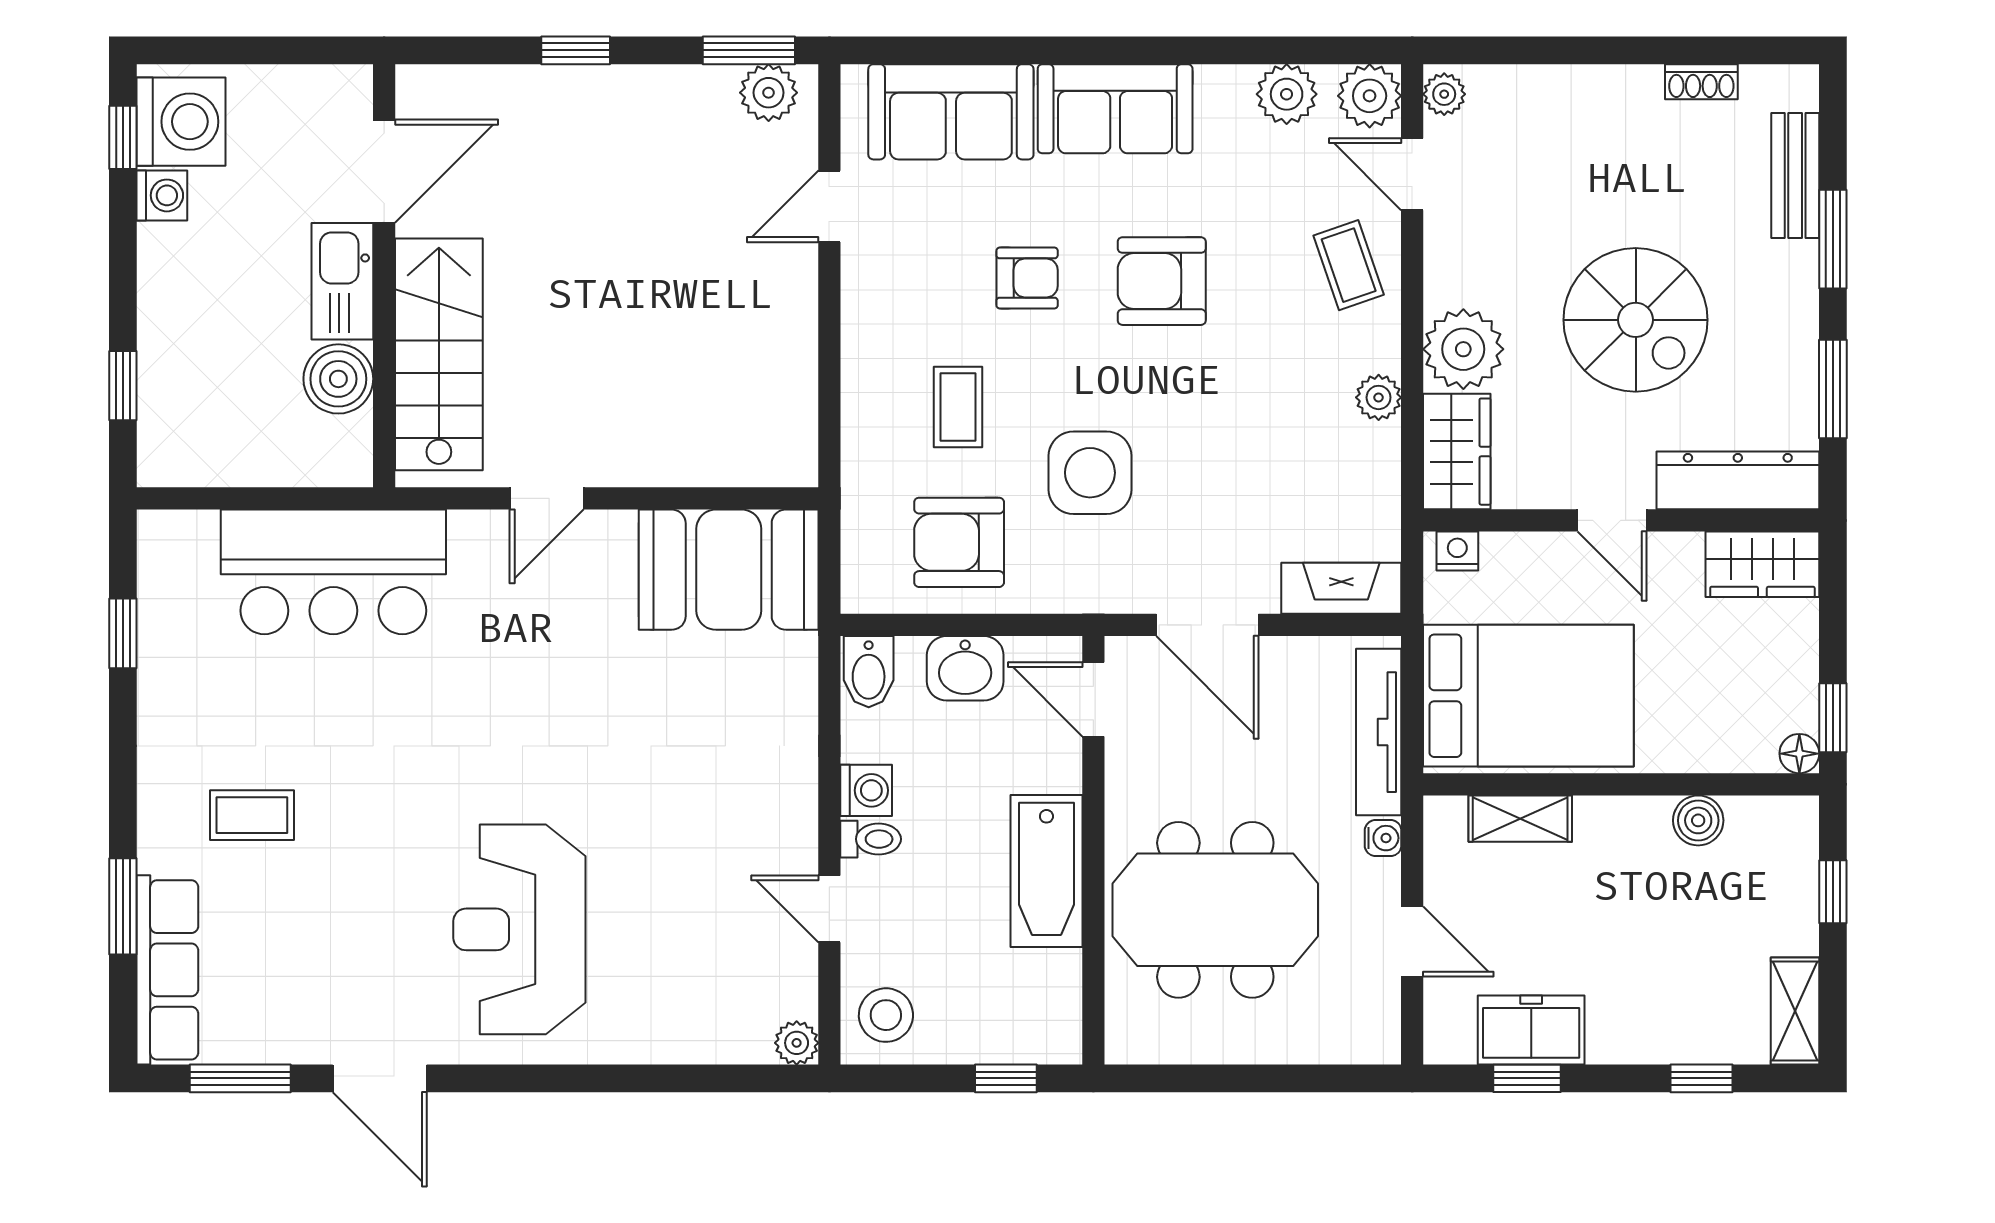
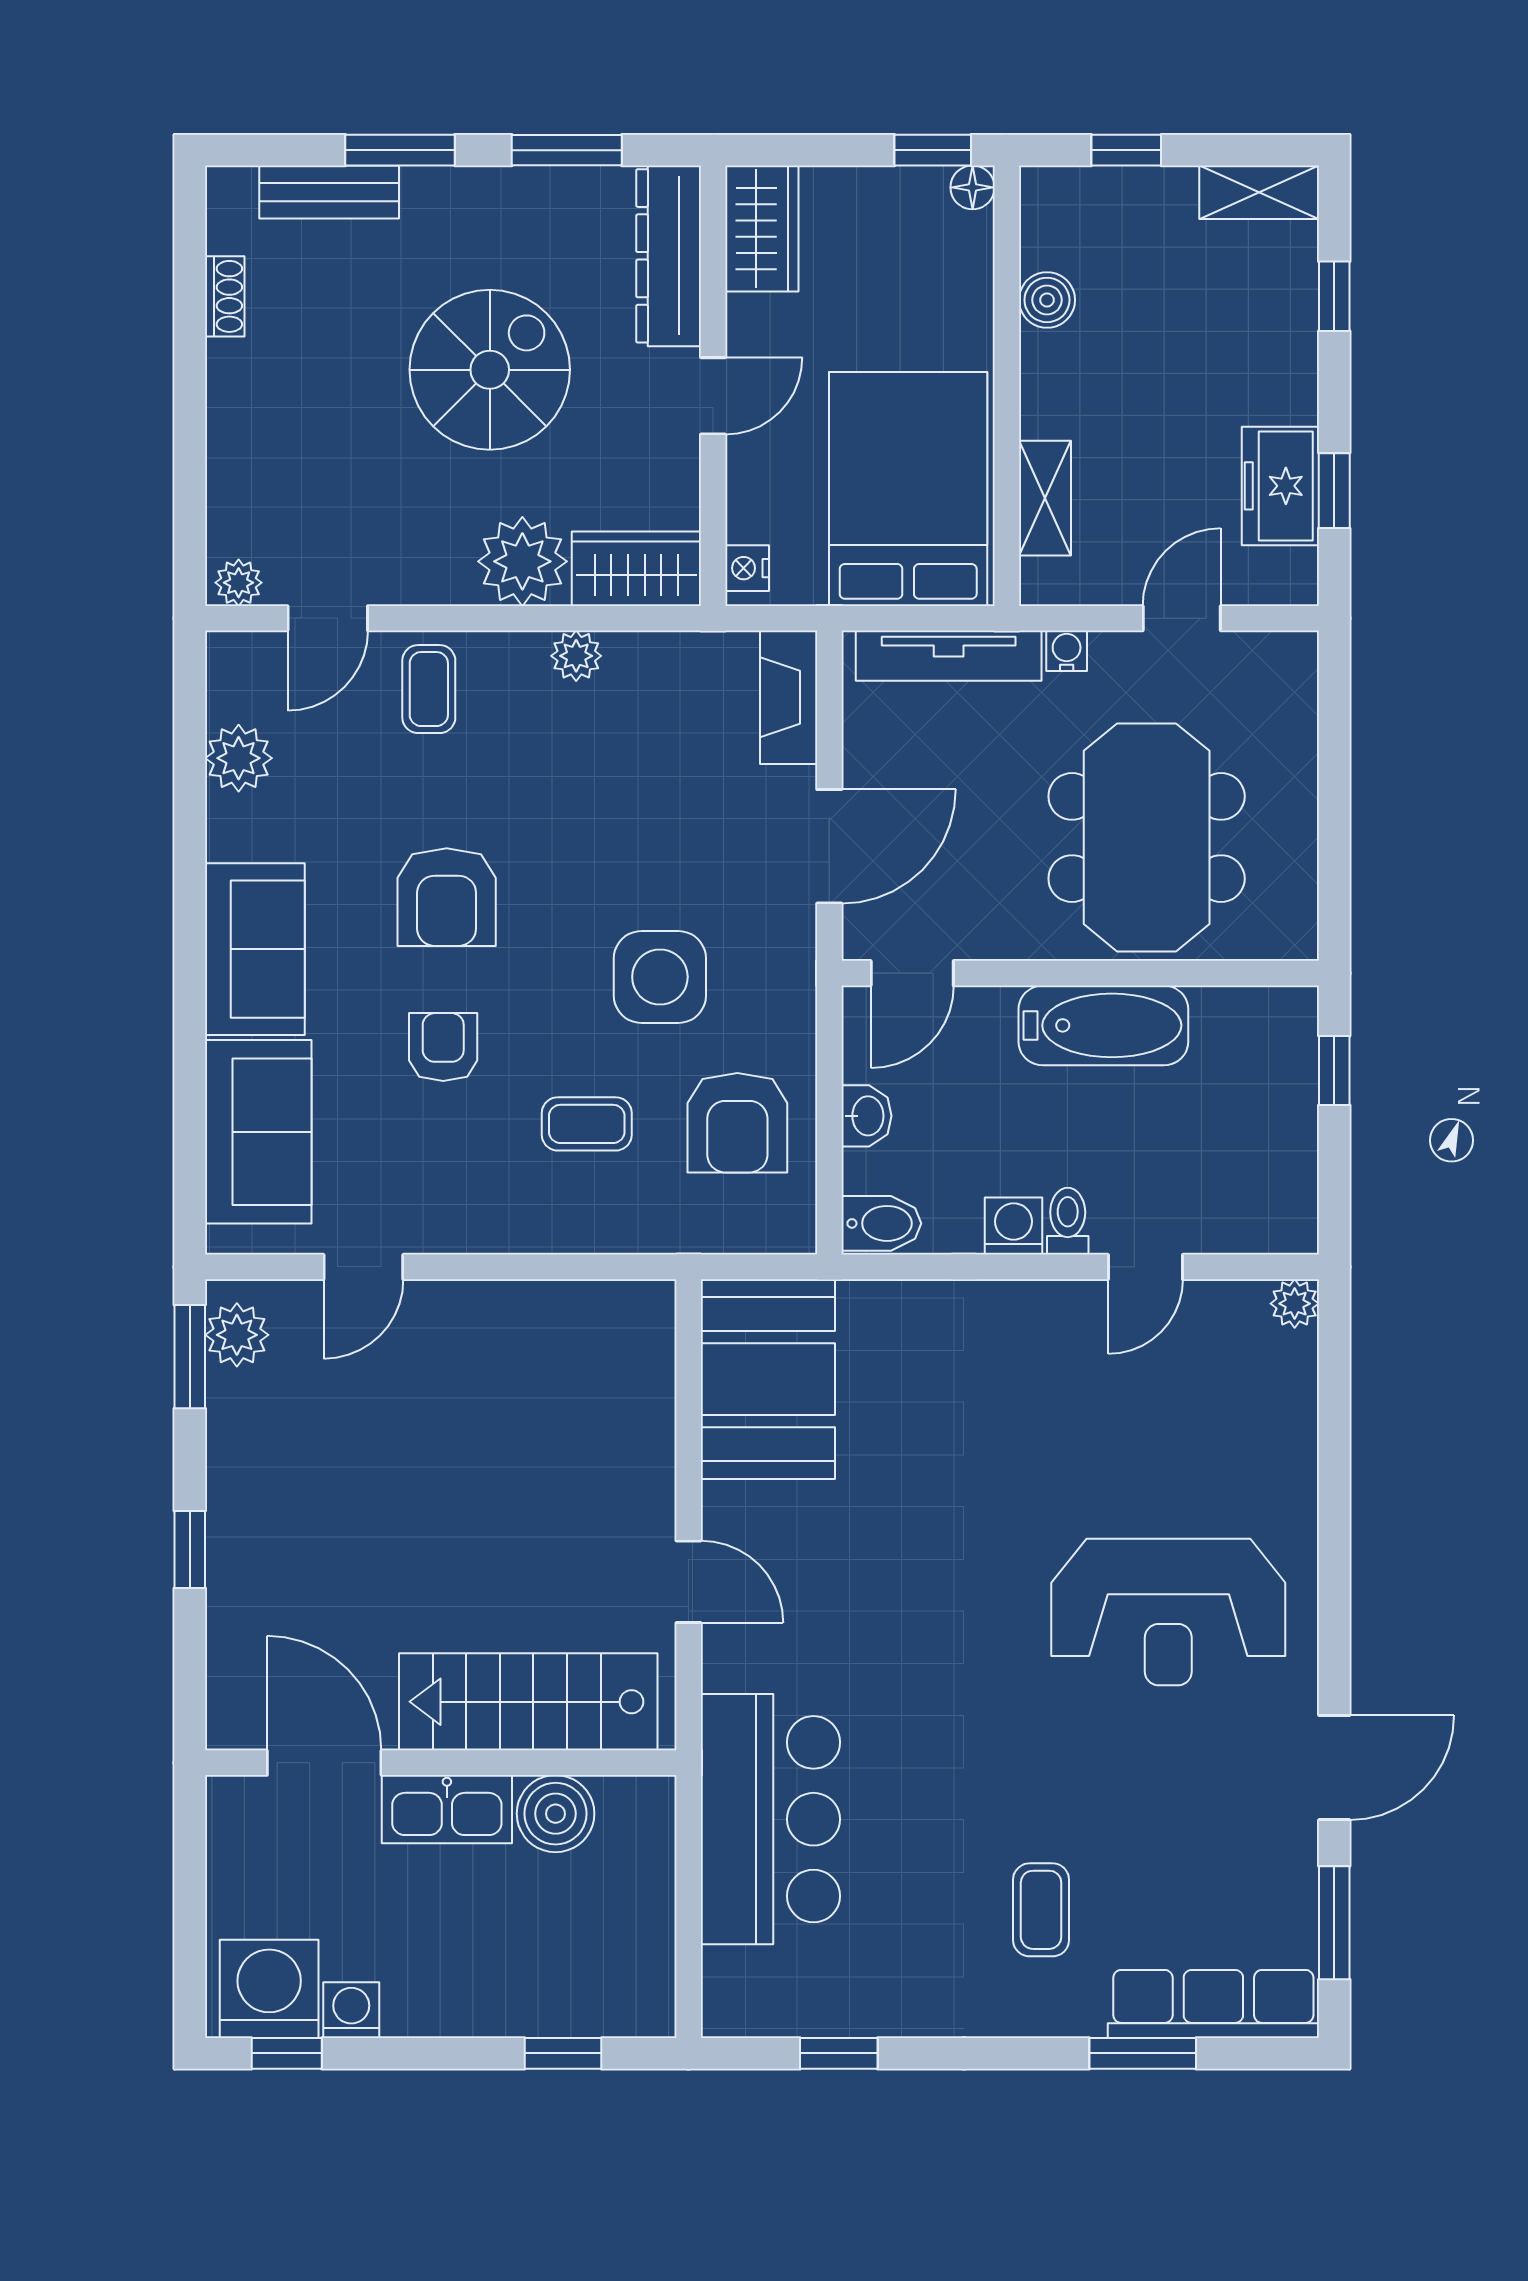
plant: (1370, 96) -> (240, 666), removed
door: (829, 206) -> (363, 1267), hinge flipped
coffee table: (1349, 265) -> (429, 689), turned -71
washbasin: (965, 668) -> (866, 1116), width x0.72, depth x0.69
stool: (886, 1015) -> (1264, 1204), removed

